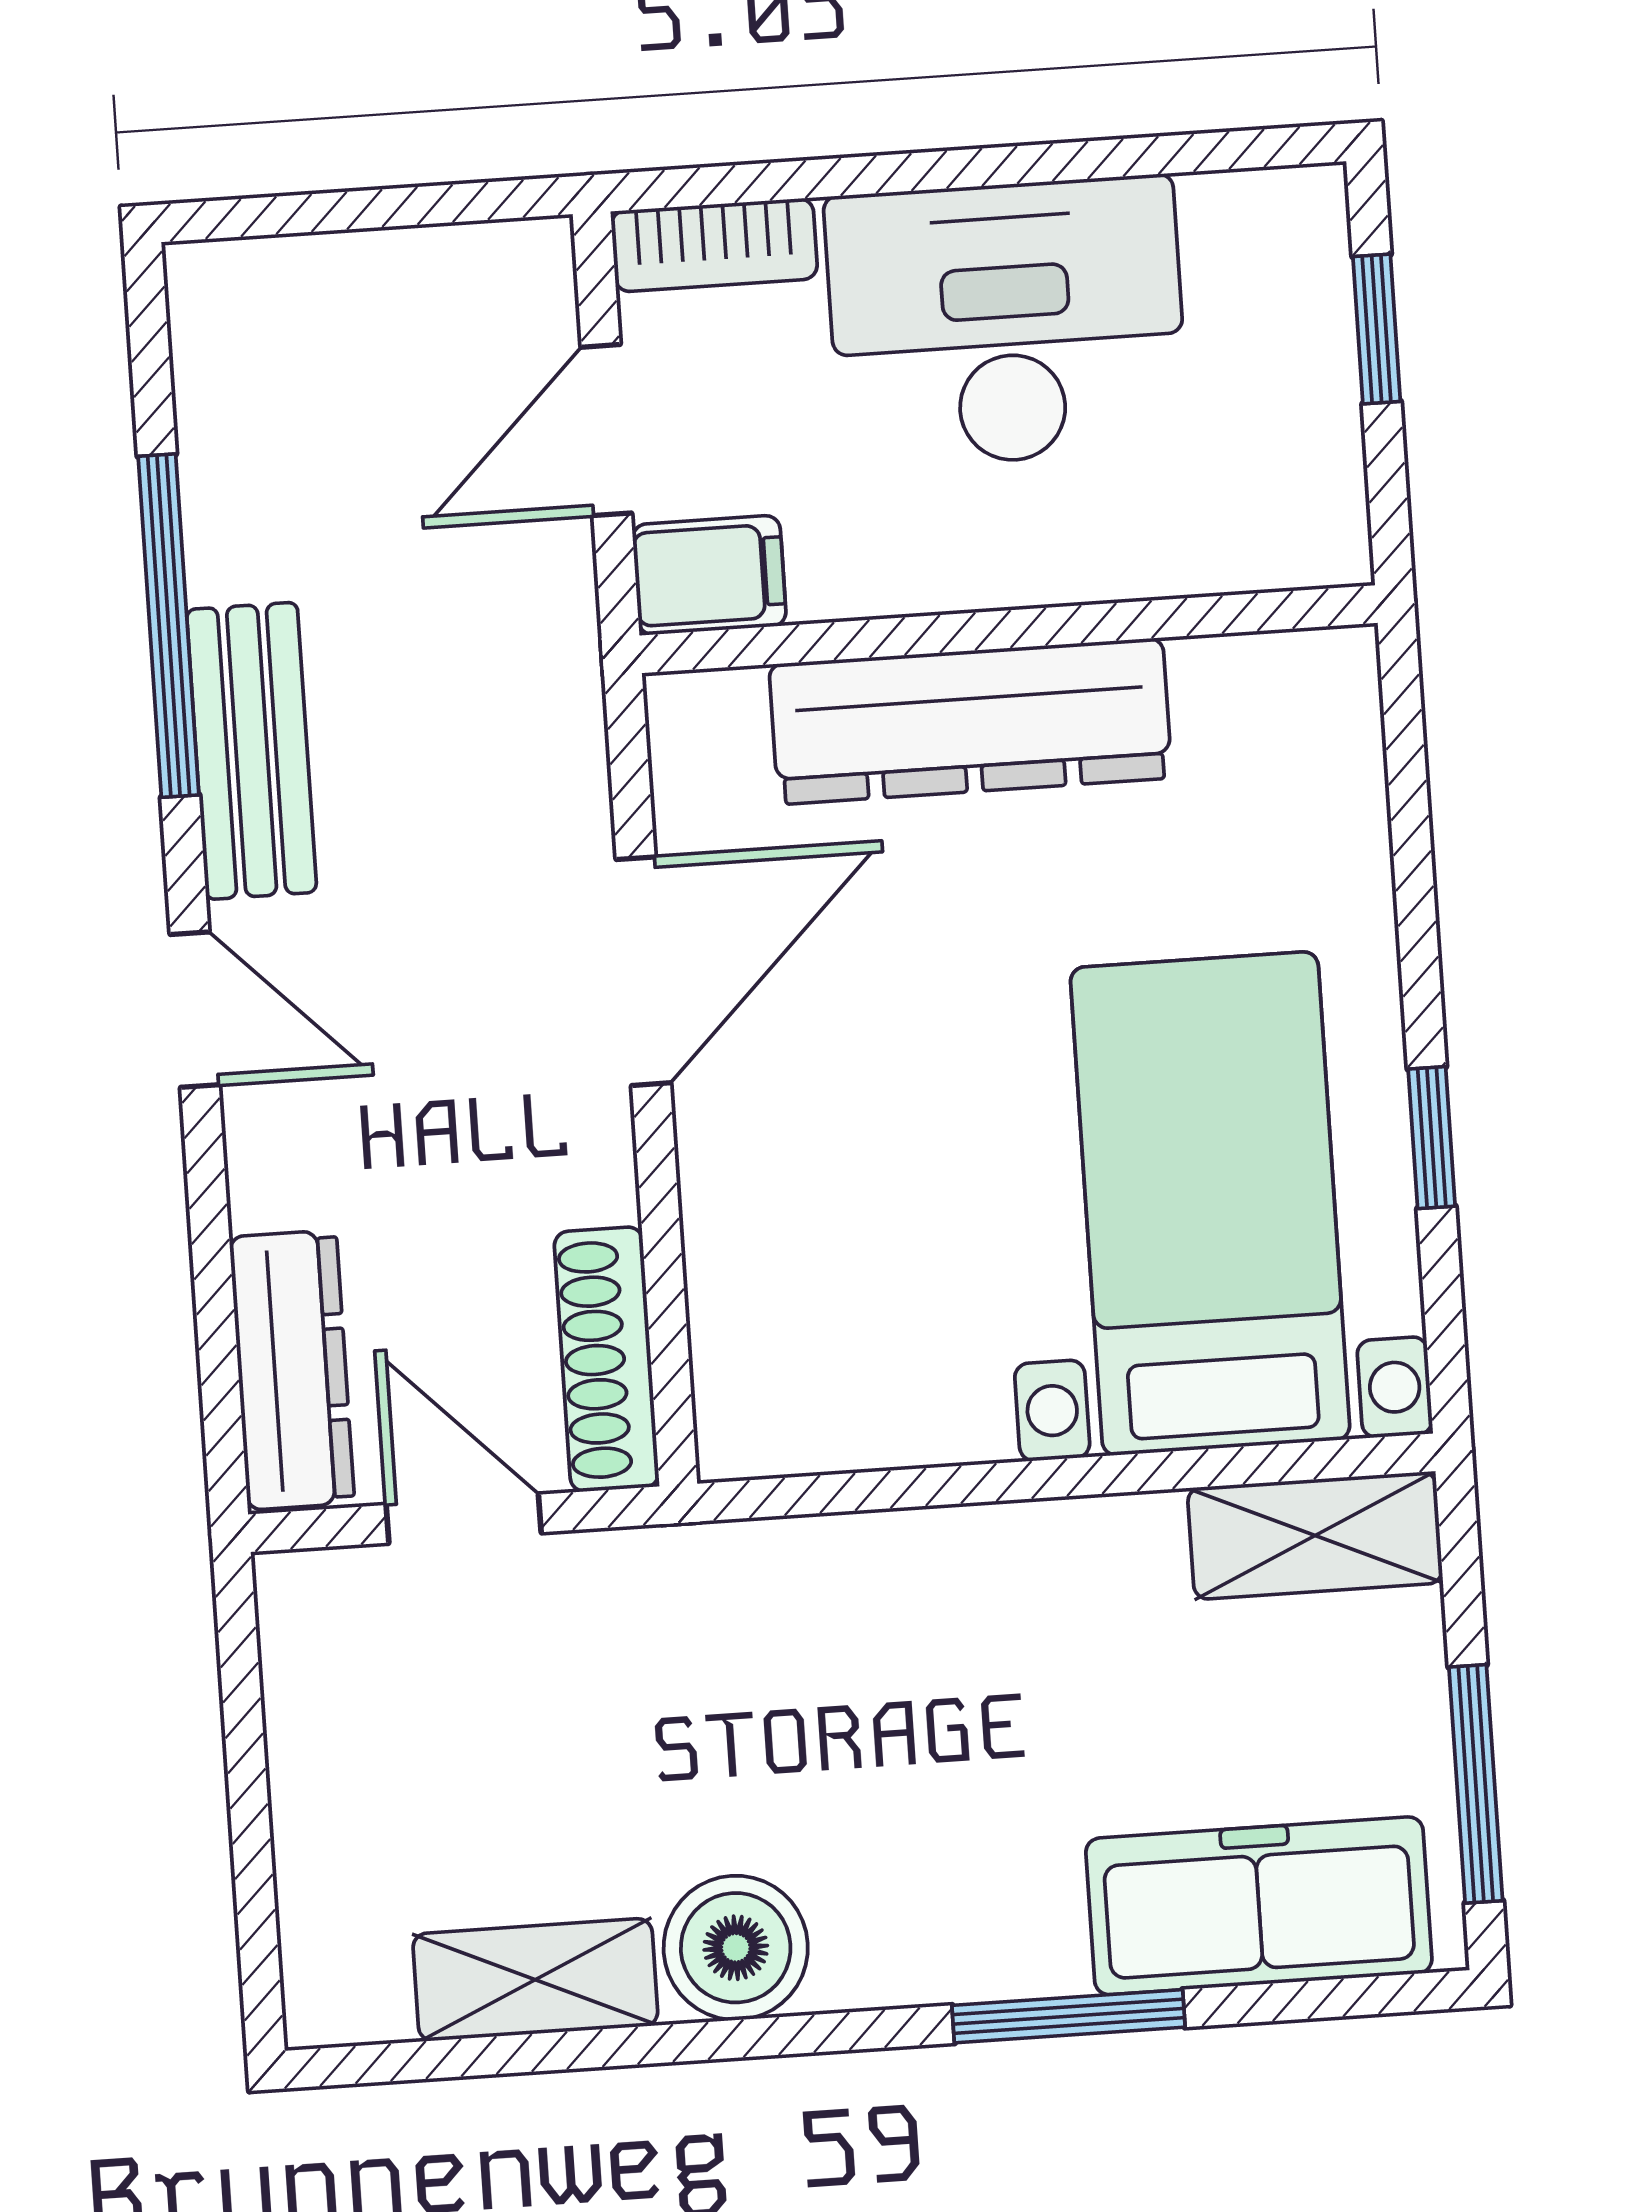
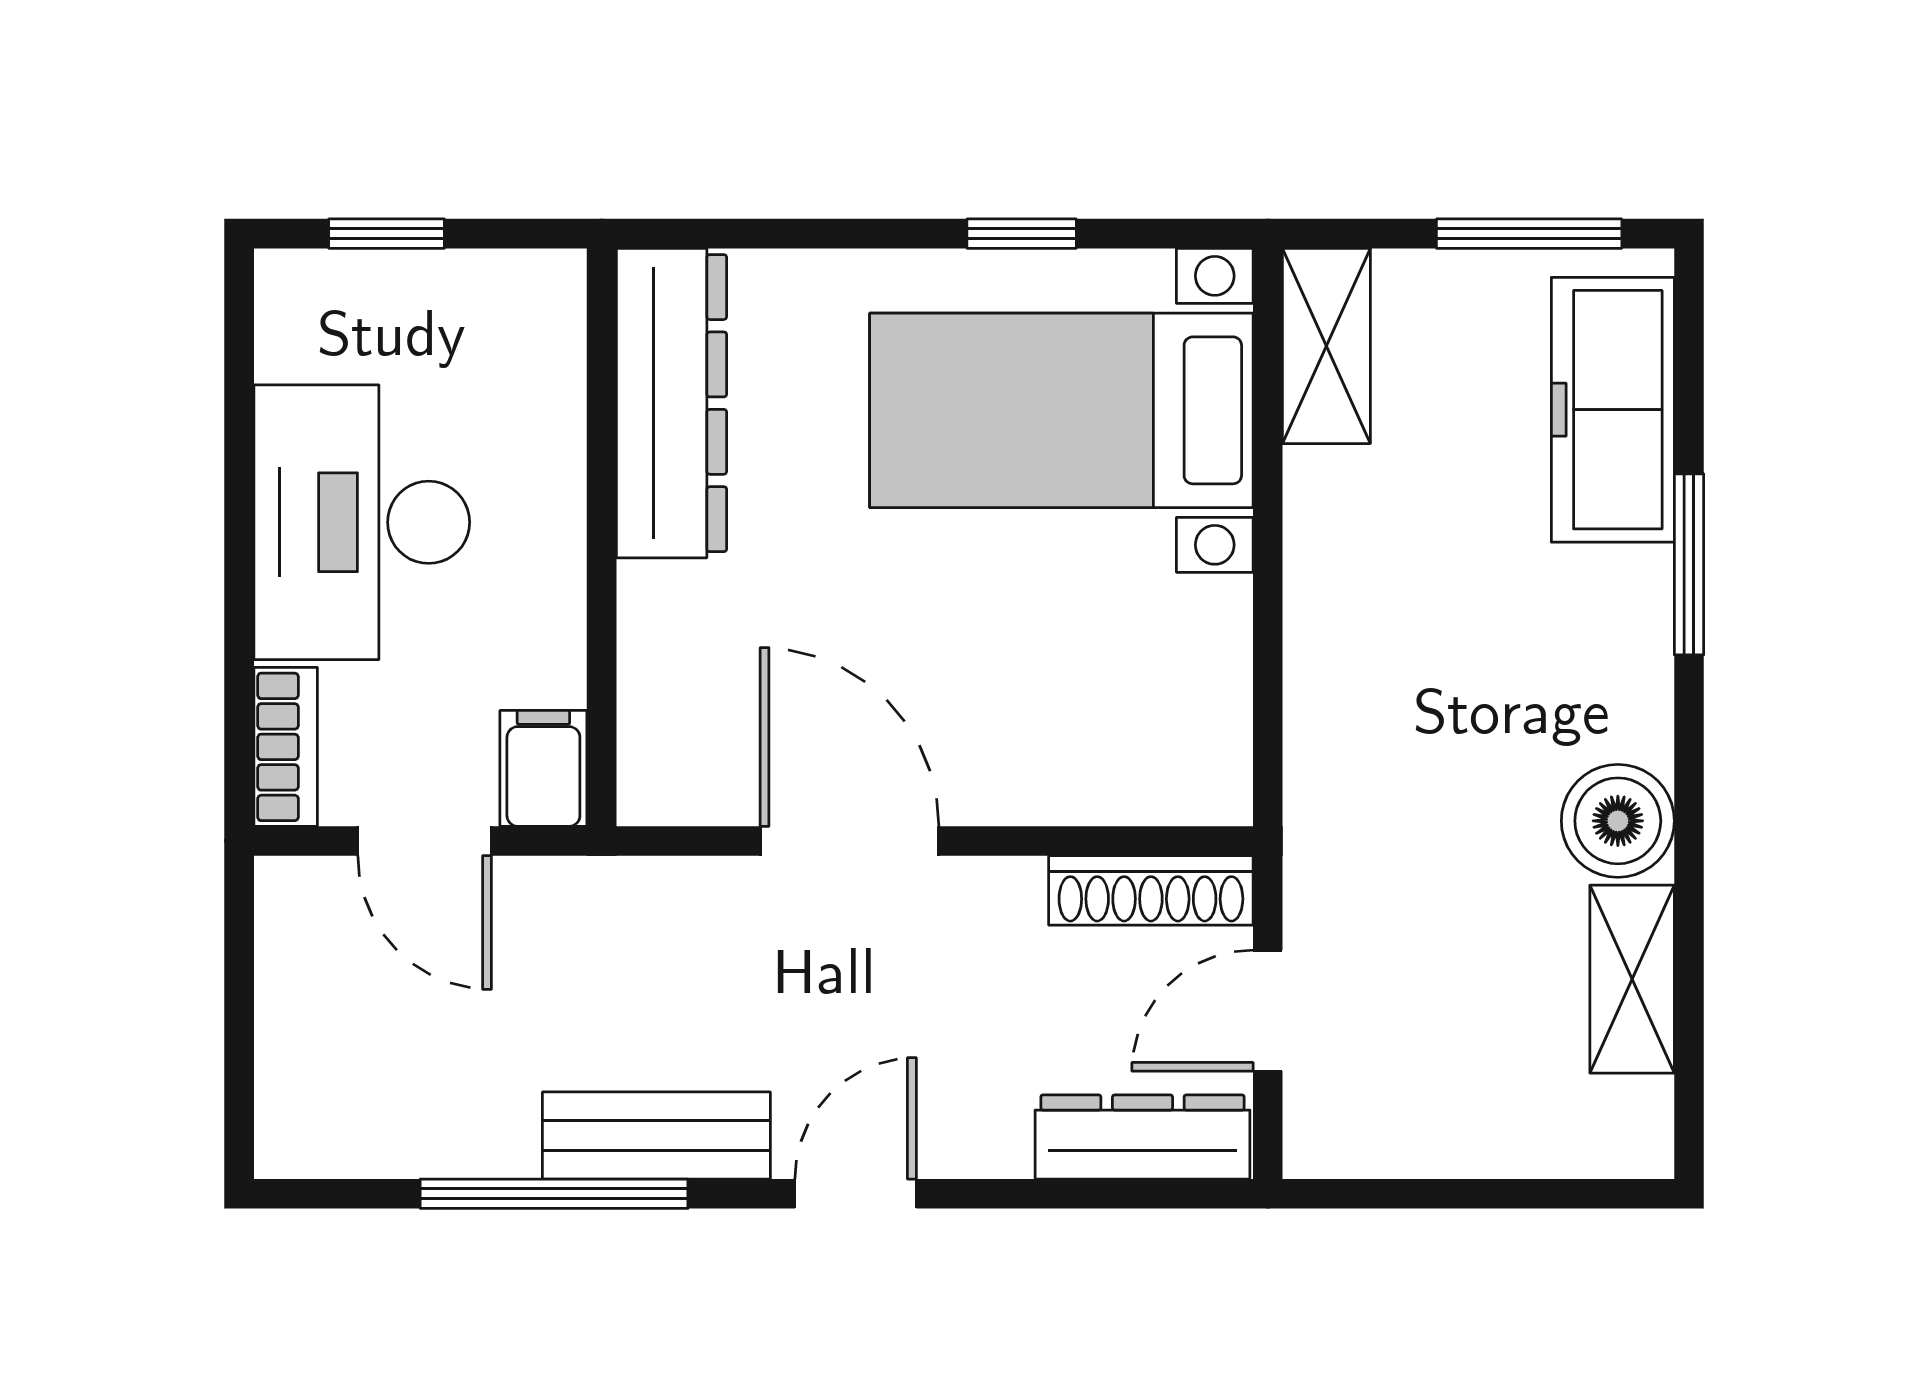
dresser: (970, 721) -> (672, 403), moved

